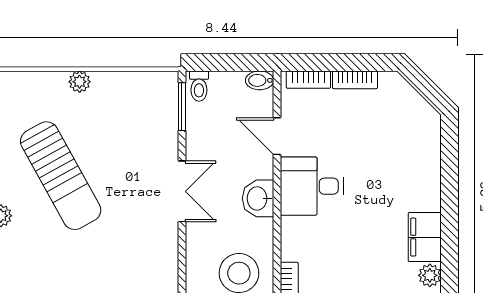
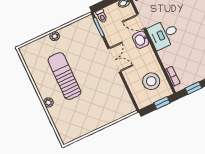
sun lounger: (61, 176) -> (64, 76), turned -151
washbasin: (258, 198) -> (141, 40), moved

